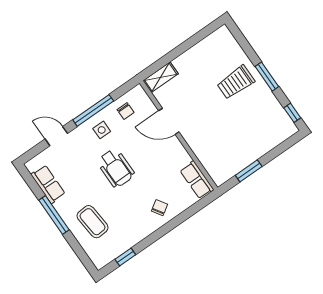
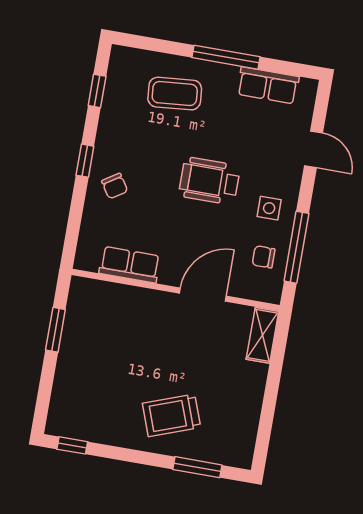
window: (267, 77) -> (197, 467), moved
trolley: (236, 82) -> (171, 415), turned -110
window: (93, 110) -> (296, 247), moved
door: (56, 136) -> (314, 149), hinge flipped
row of seats: (197, 180) -> (130, 265), moved
window: (161, 232) -> (85, 161), added

